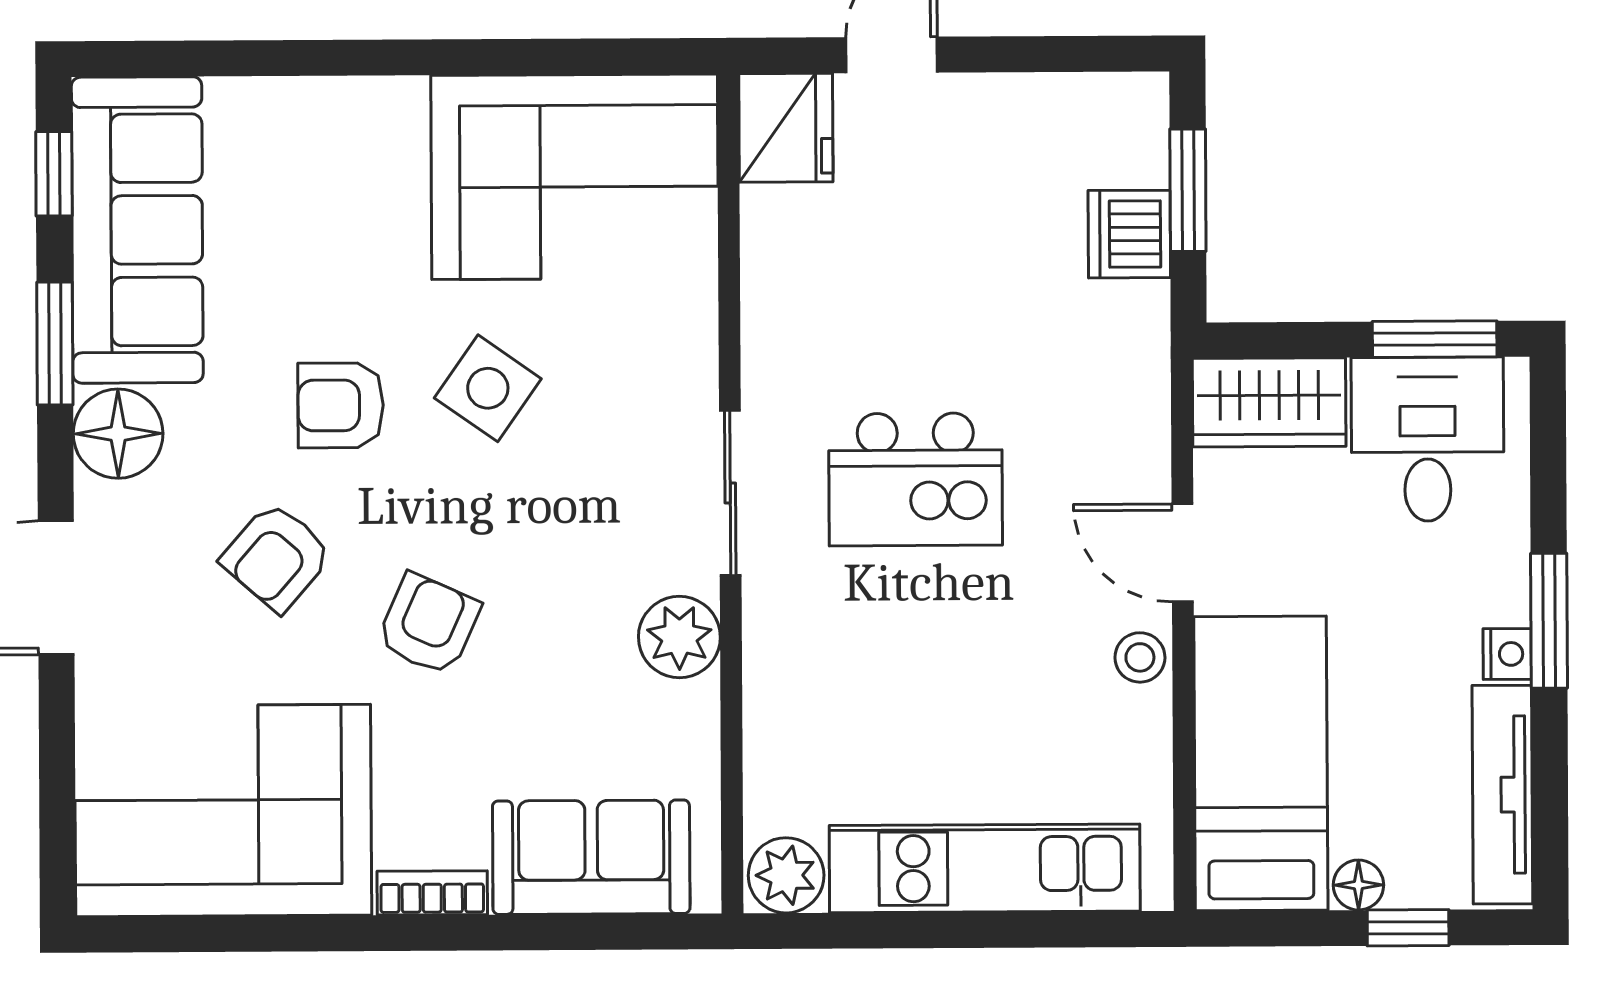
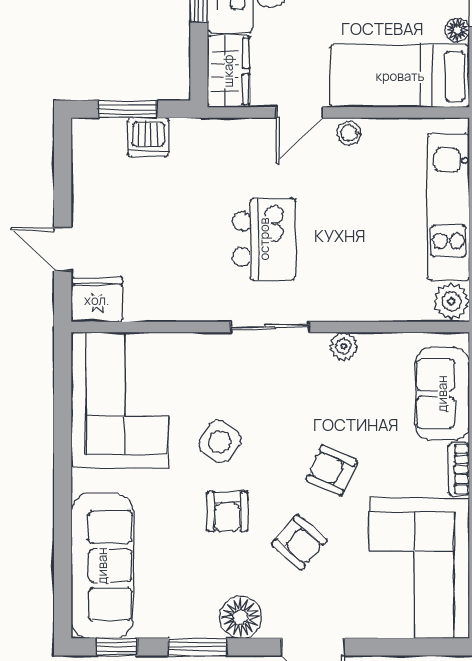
sofa: (137, 230) -> (102, 566), moved, turned 90
plant: (679, 637) -> (344, 346), width x0.73, depth x0.73

